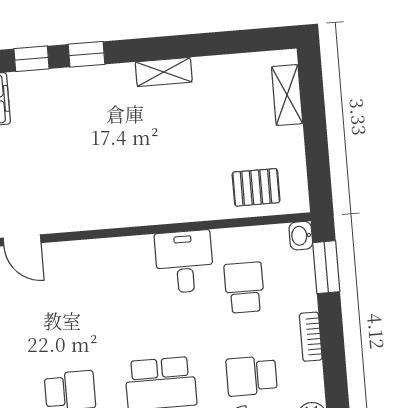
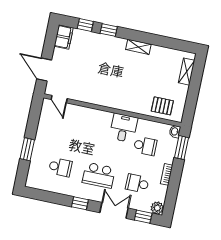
school desk: (244, 288) -> (145, 146), turned 90

